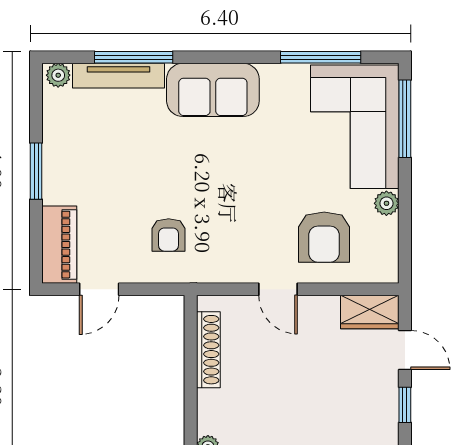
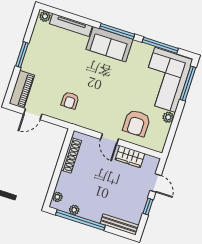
window: (134, 57) -> (117, 31), moved
wardrobe: (370, 312) -> (130, 157), moved

